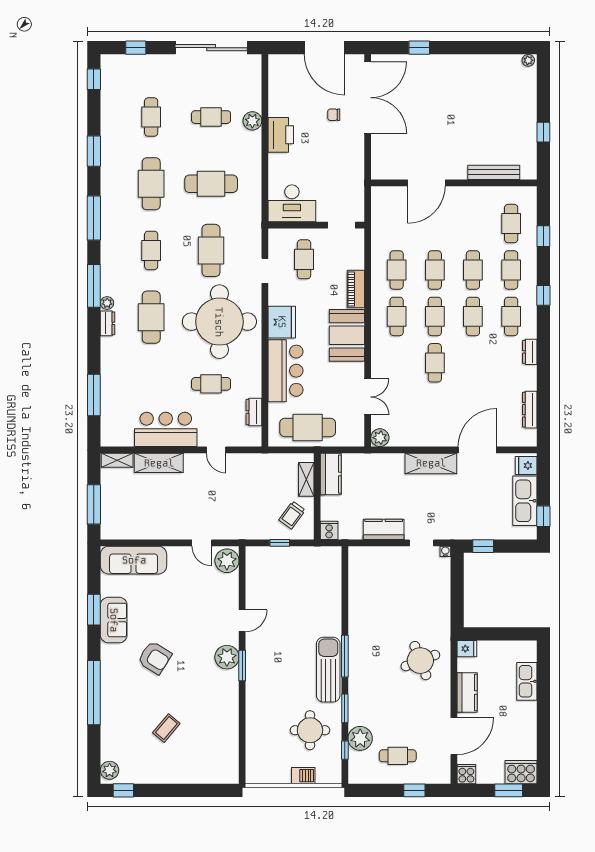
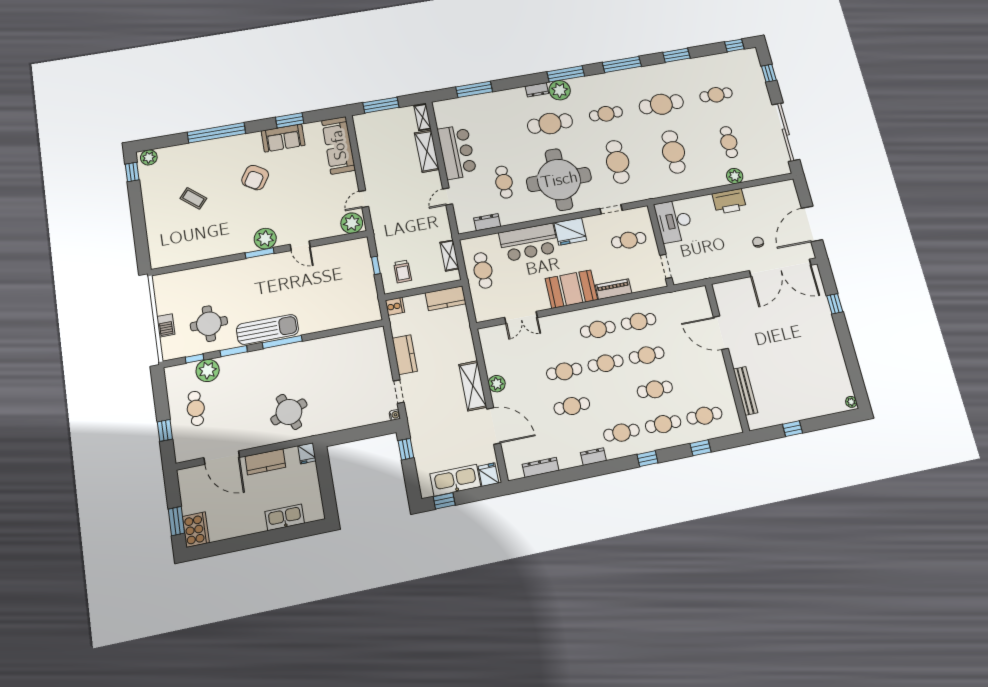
cafe table: (211, 250) -> (618, 162), turned 90
plant: (107, 303) -> (560, 90), width x1.87, depth x1.87
cafe table: (473, 316) -> (572, 406), moved
cafe table: (308, 427) -> (483, 270), width x0.73, depth x0.74
plant: (380, 438) -> (497, 384), moved
shelving: (306, 479) -> (449, 255), moved, turned 90
trolley: (292, 515) -> (403, 271), turned -126
cooker: (466, 774) -> (187, 477), removed

